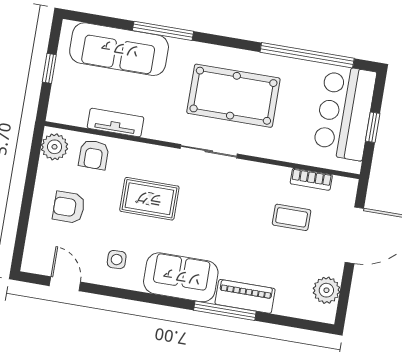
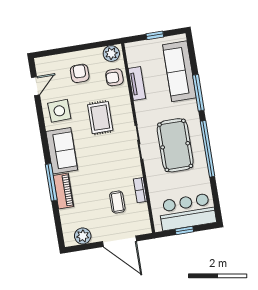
window: (307, 55) -> (208, 149), moved
bookcase: (311, 179) -> (140, 190), moved
side table: (117, 260) -> (59, 111), width x1.87, depth x1.87

